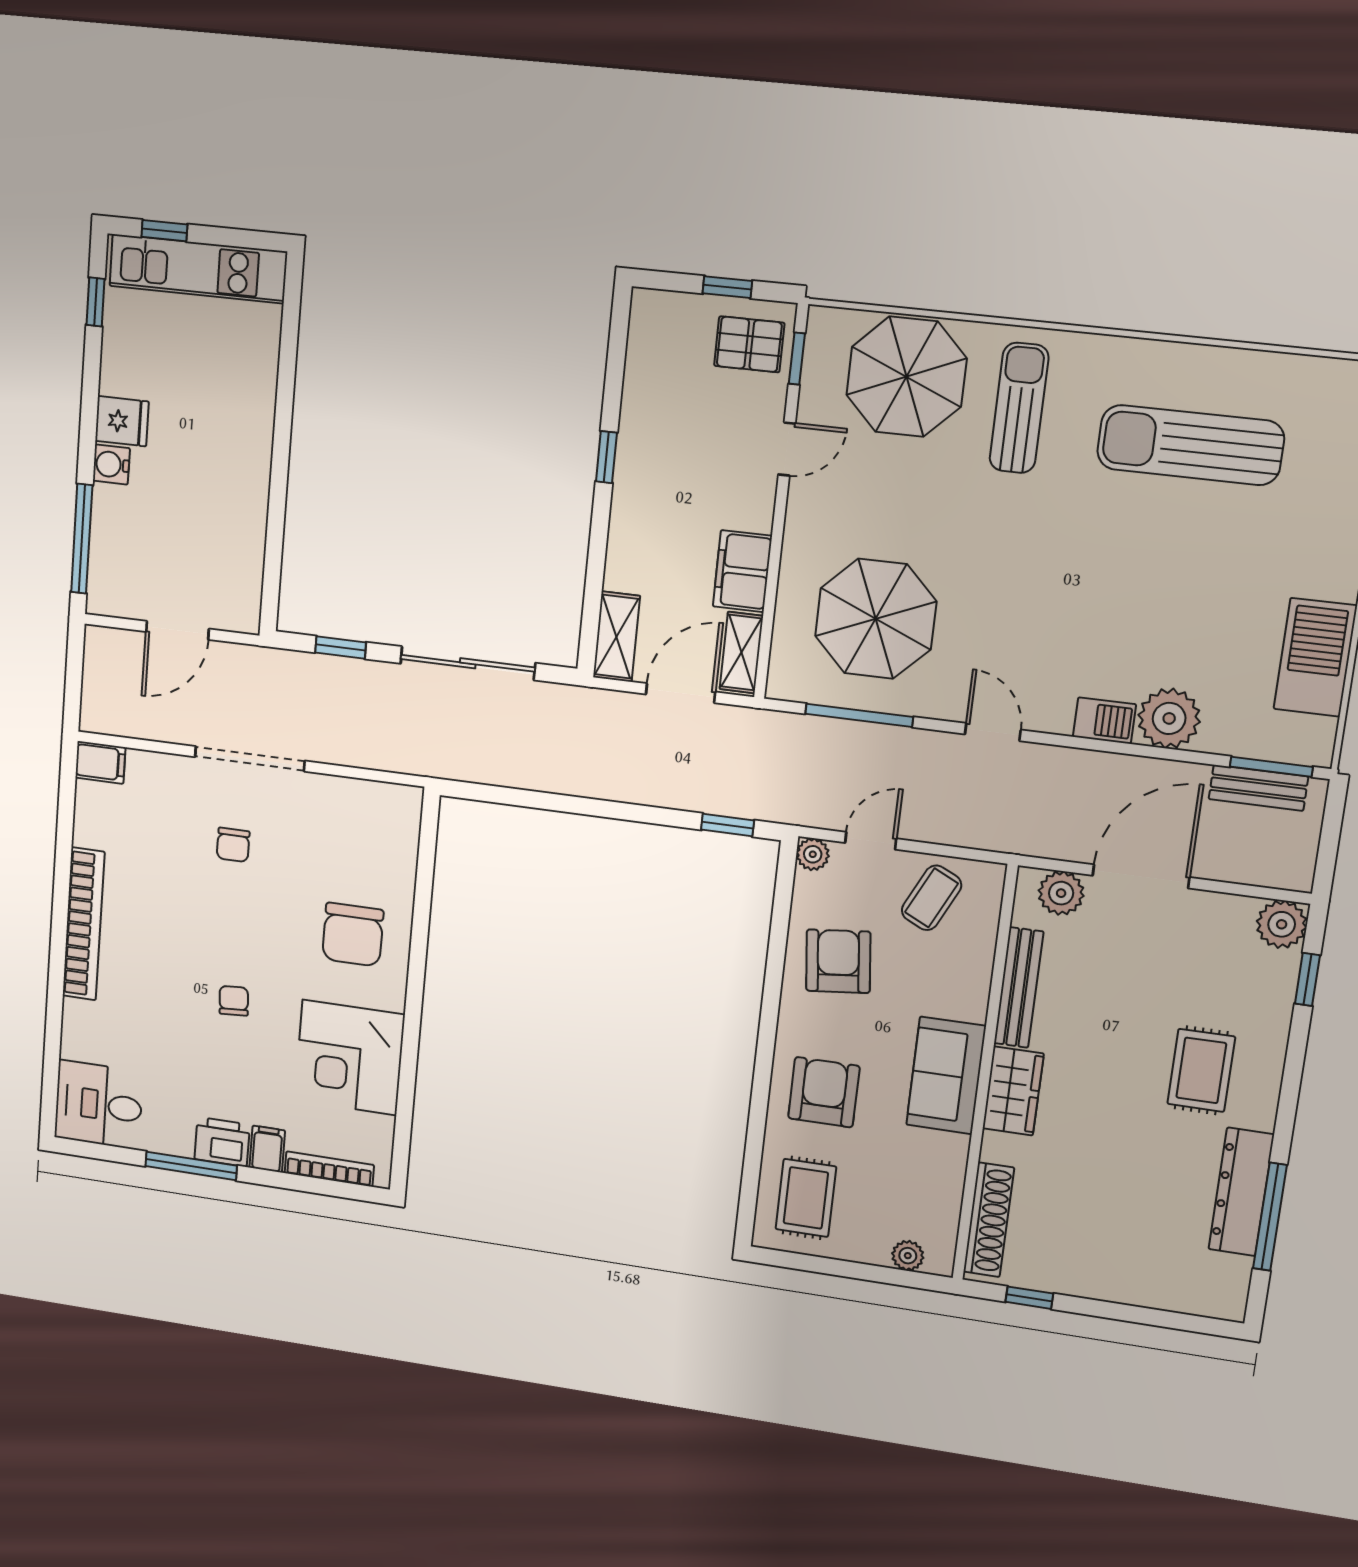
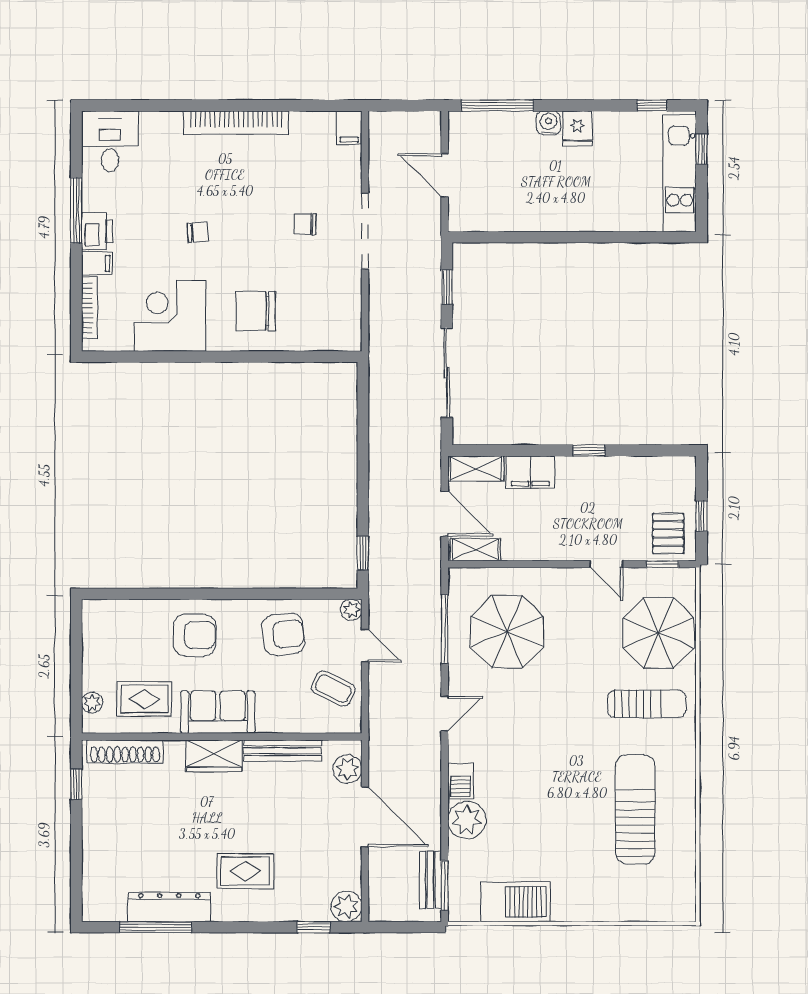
filing cabinet: (742, 571) -> (530, 472), moved, turned 180
rug: (806, 1198) -> (144, 699), moved

